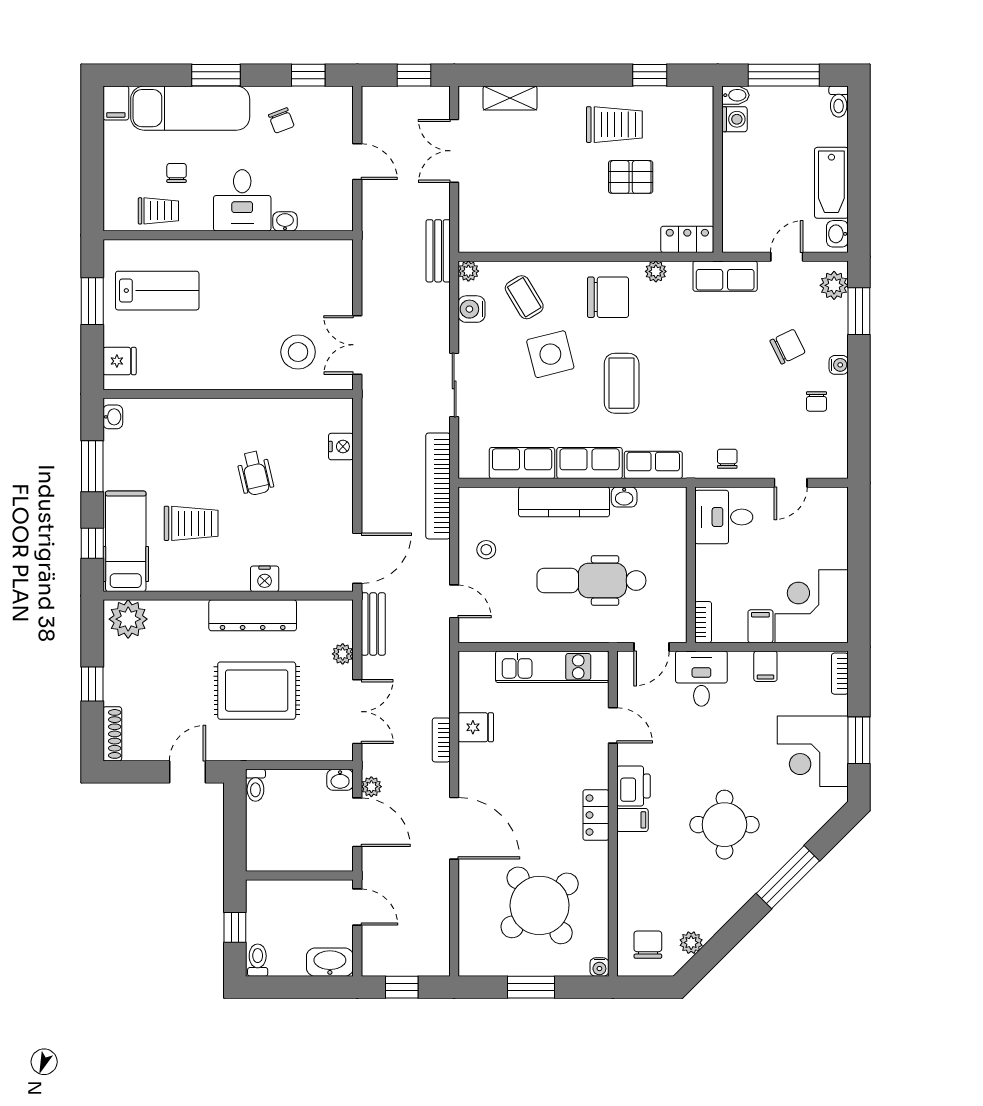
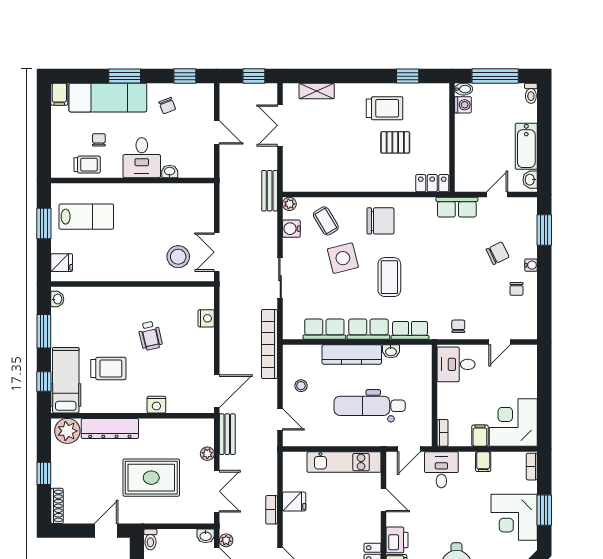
plant: (656, 271) -> (412, 204), removed
plant: (834, 285) -> (528, 213), removed
dresser: (253, 615) -> (110, 428), moved

